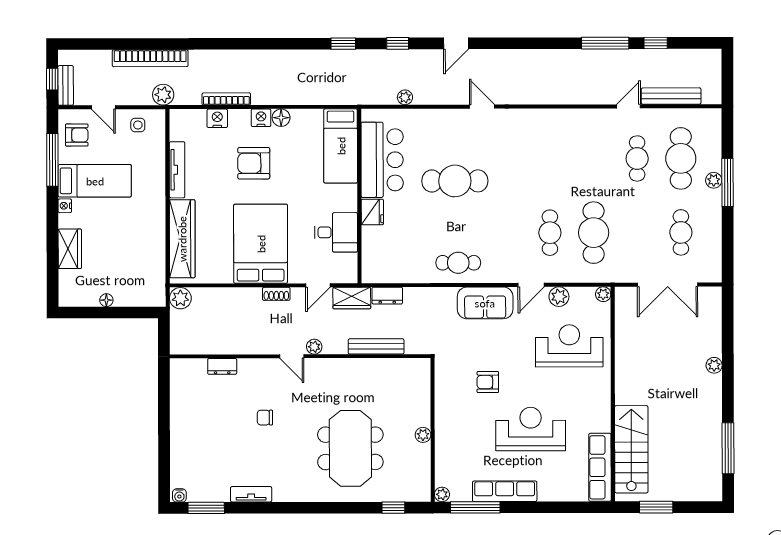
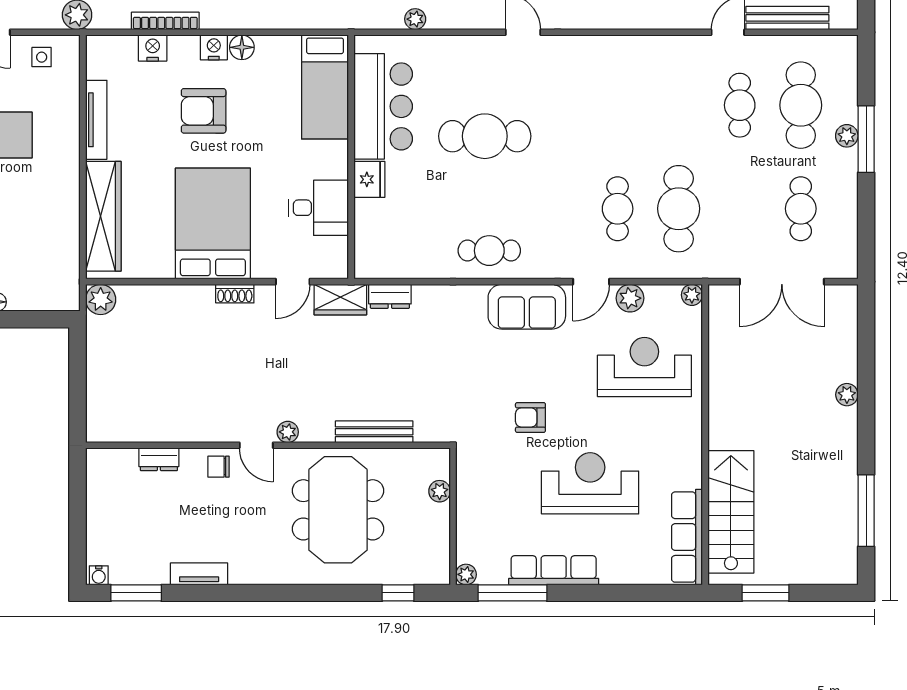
bench: (376, 346) -> (374, 432), moved
plant: (314, 347) -> (288, 432), moved
door: (292, 356) -> (256, 445), moved
wall: (300, 356) -> (268, 445), moved
dresser: (222, 366) -> (159, 459), moved

